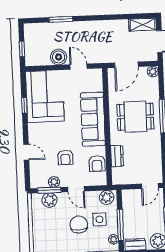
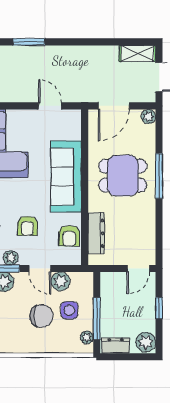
boiler: (59, 57) -> (24, 92), removed
dresser: (117, 156) -> (96, 233), width x1.44
plant: (107, 197) -> (60, 281), moved
chair: (79, 225) -> (42, 316), turned 93

